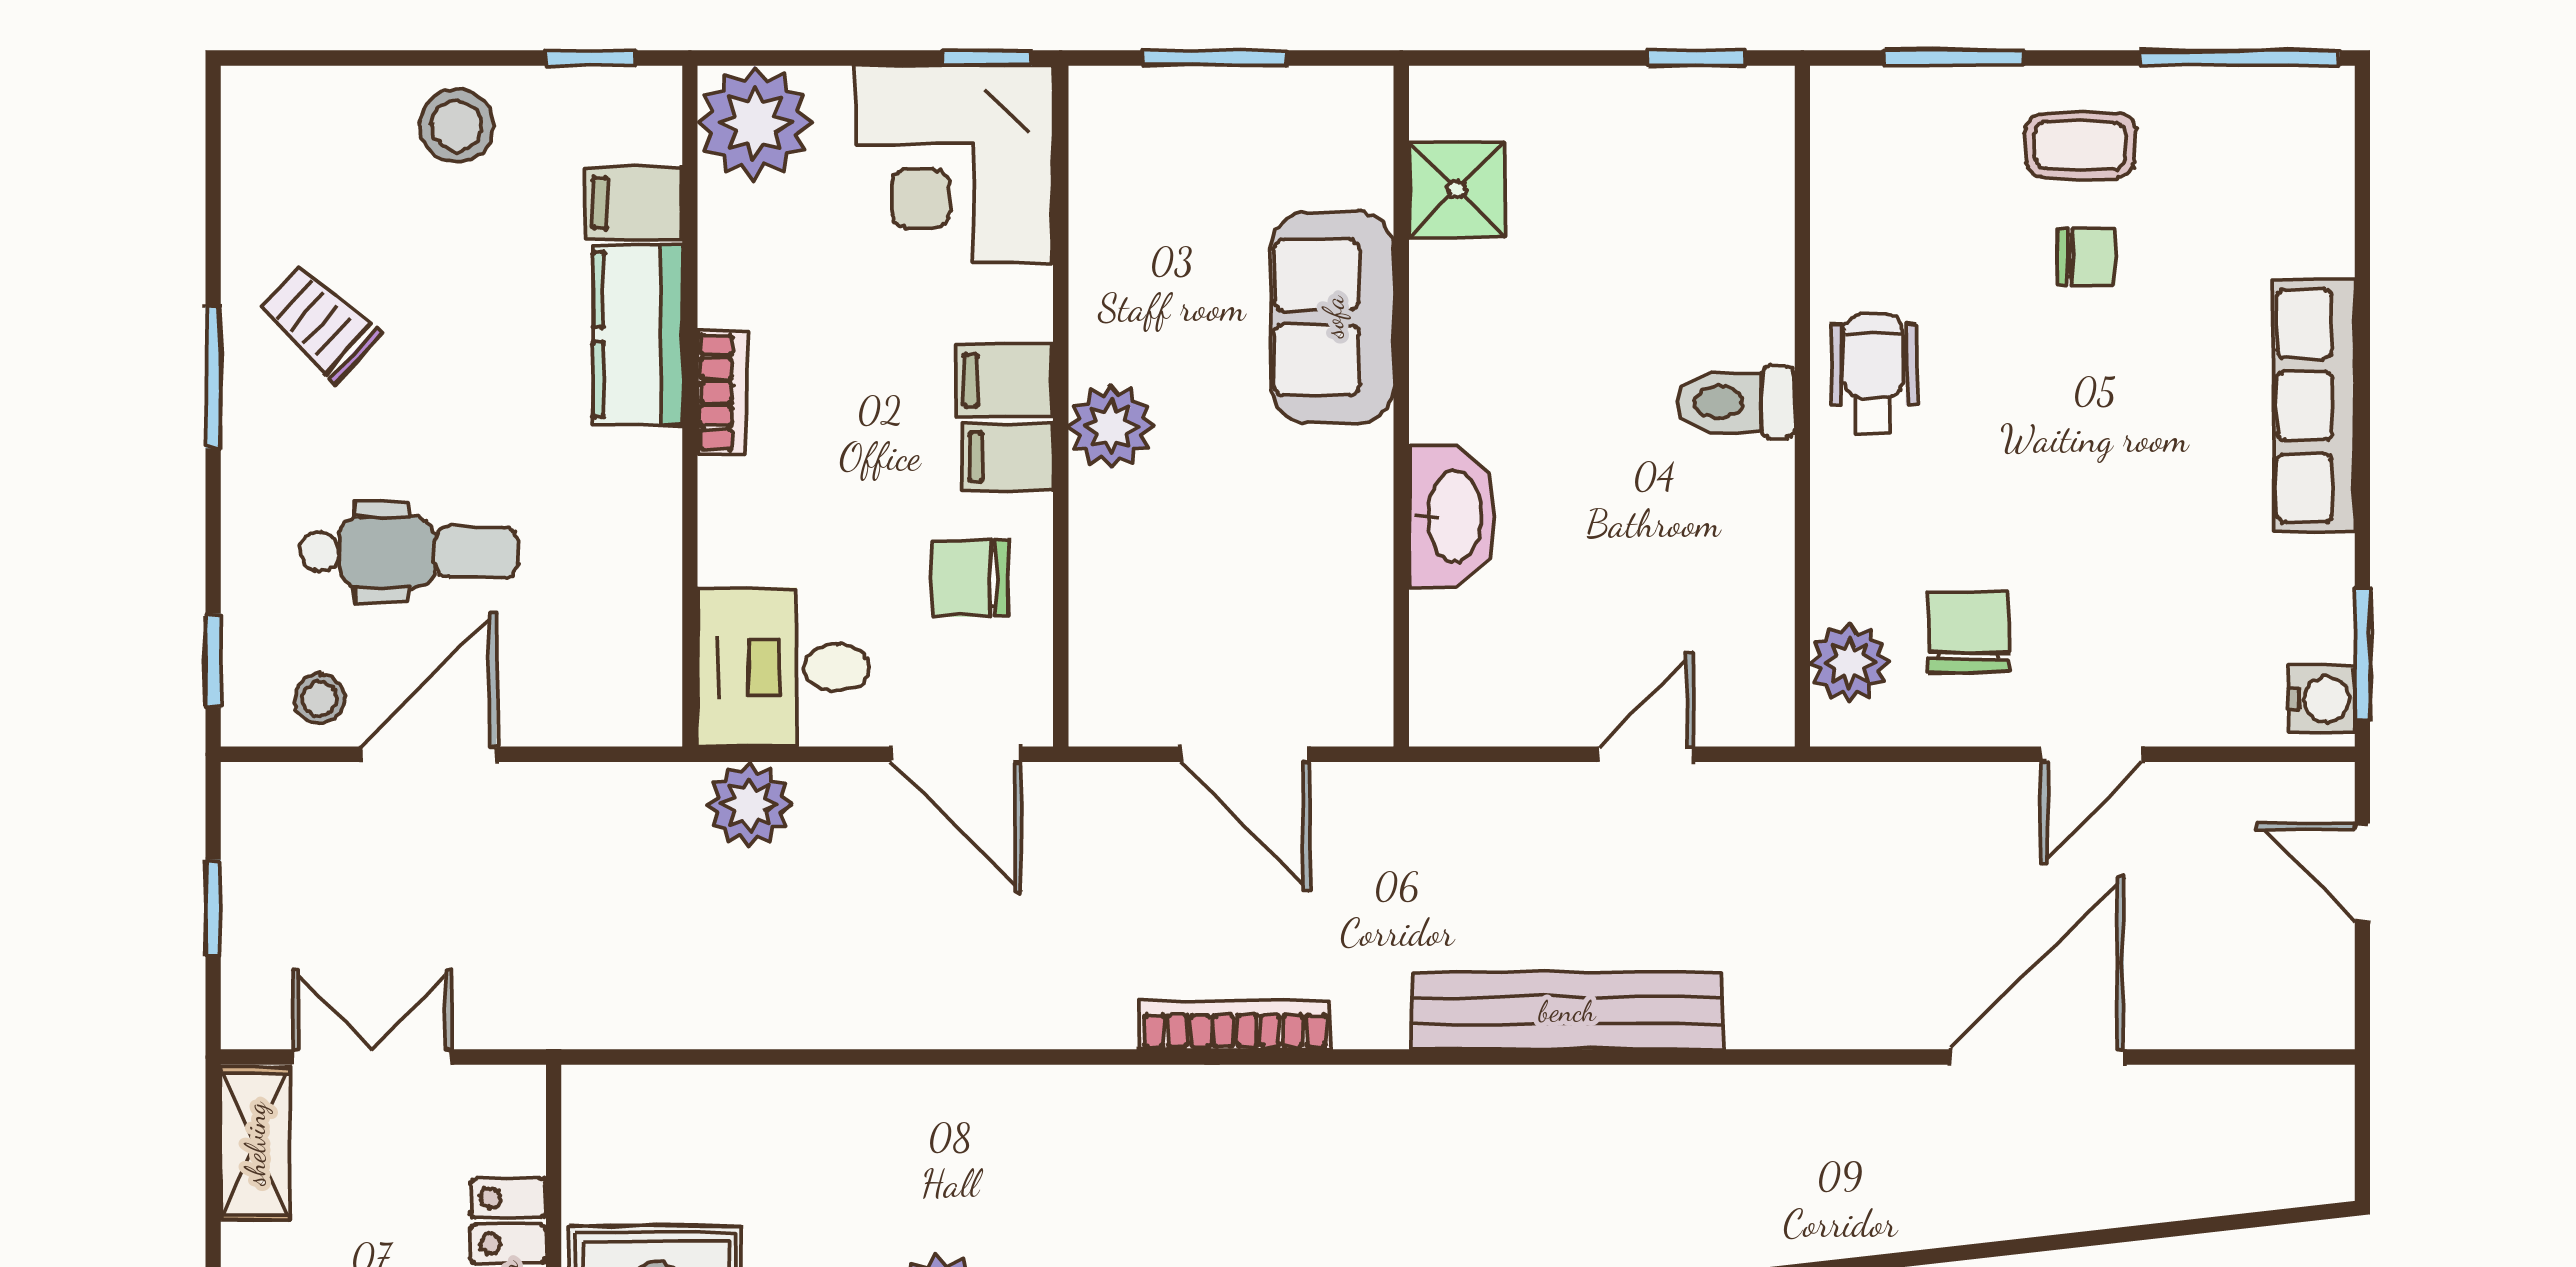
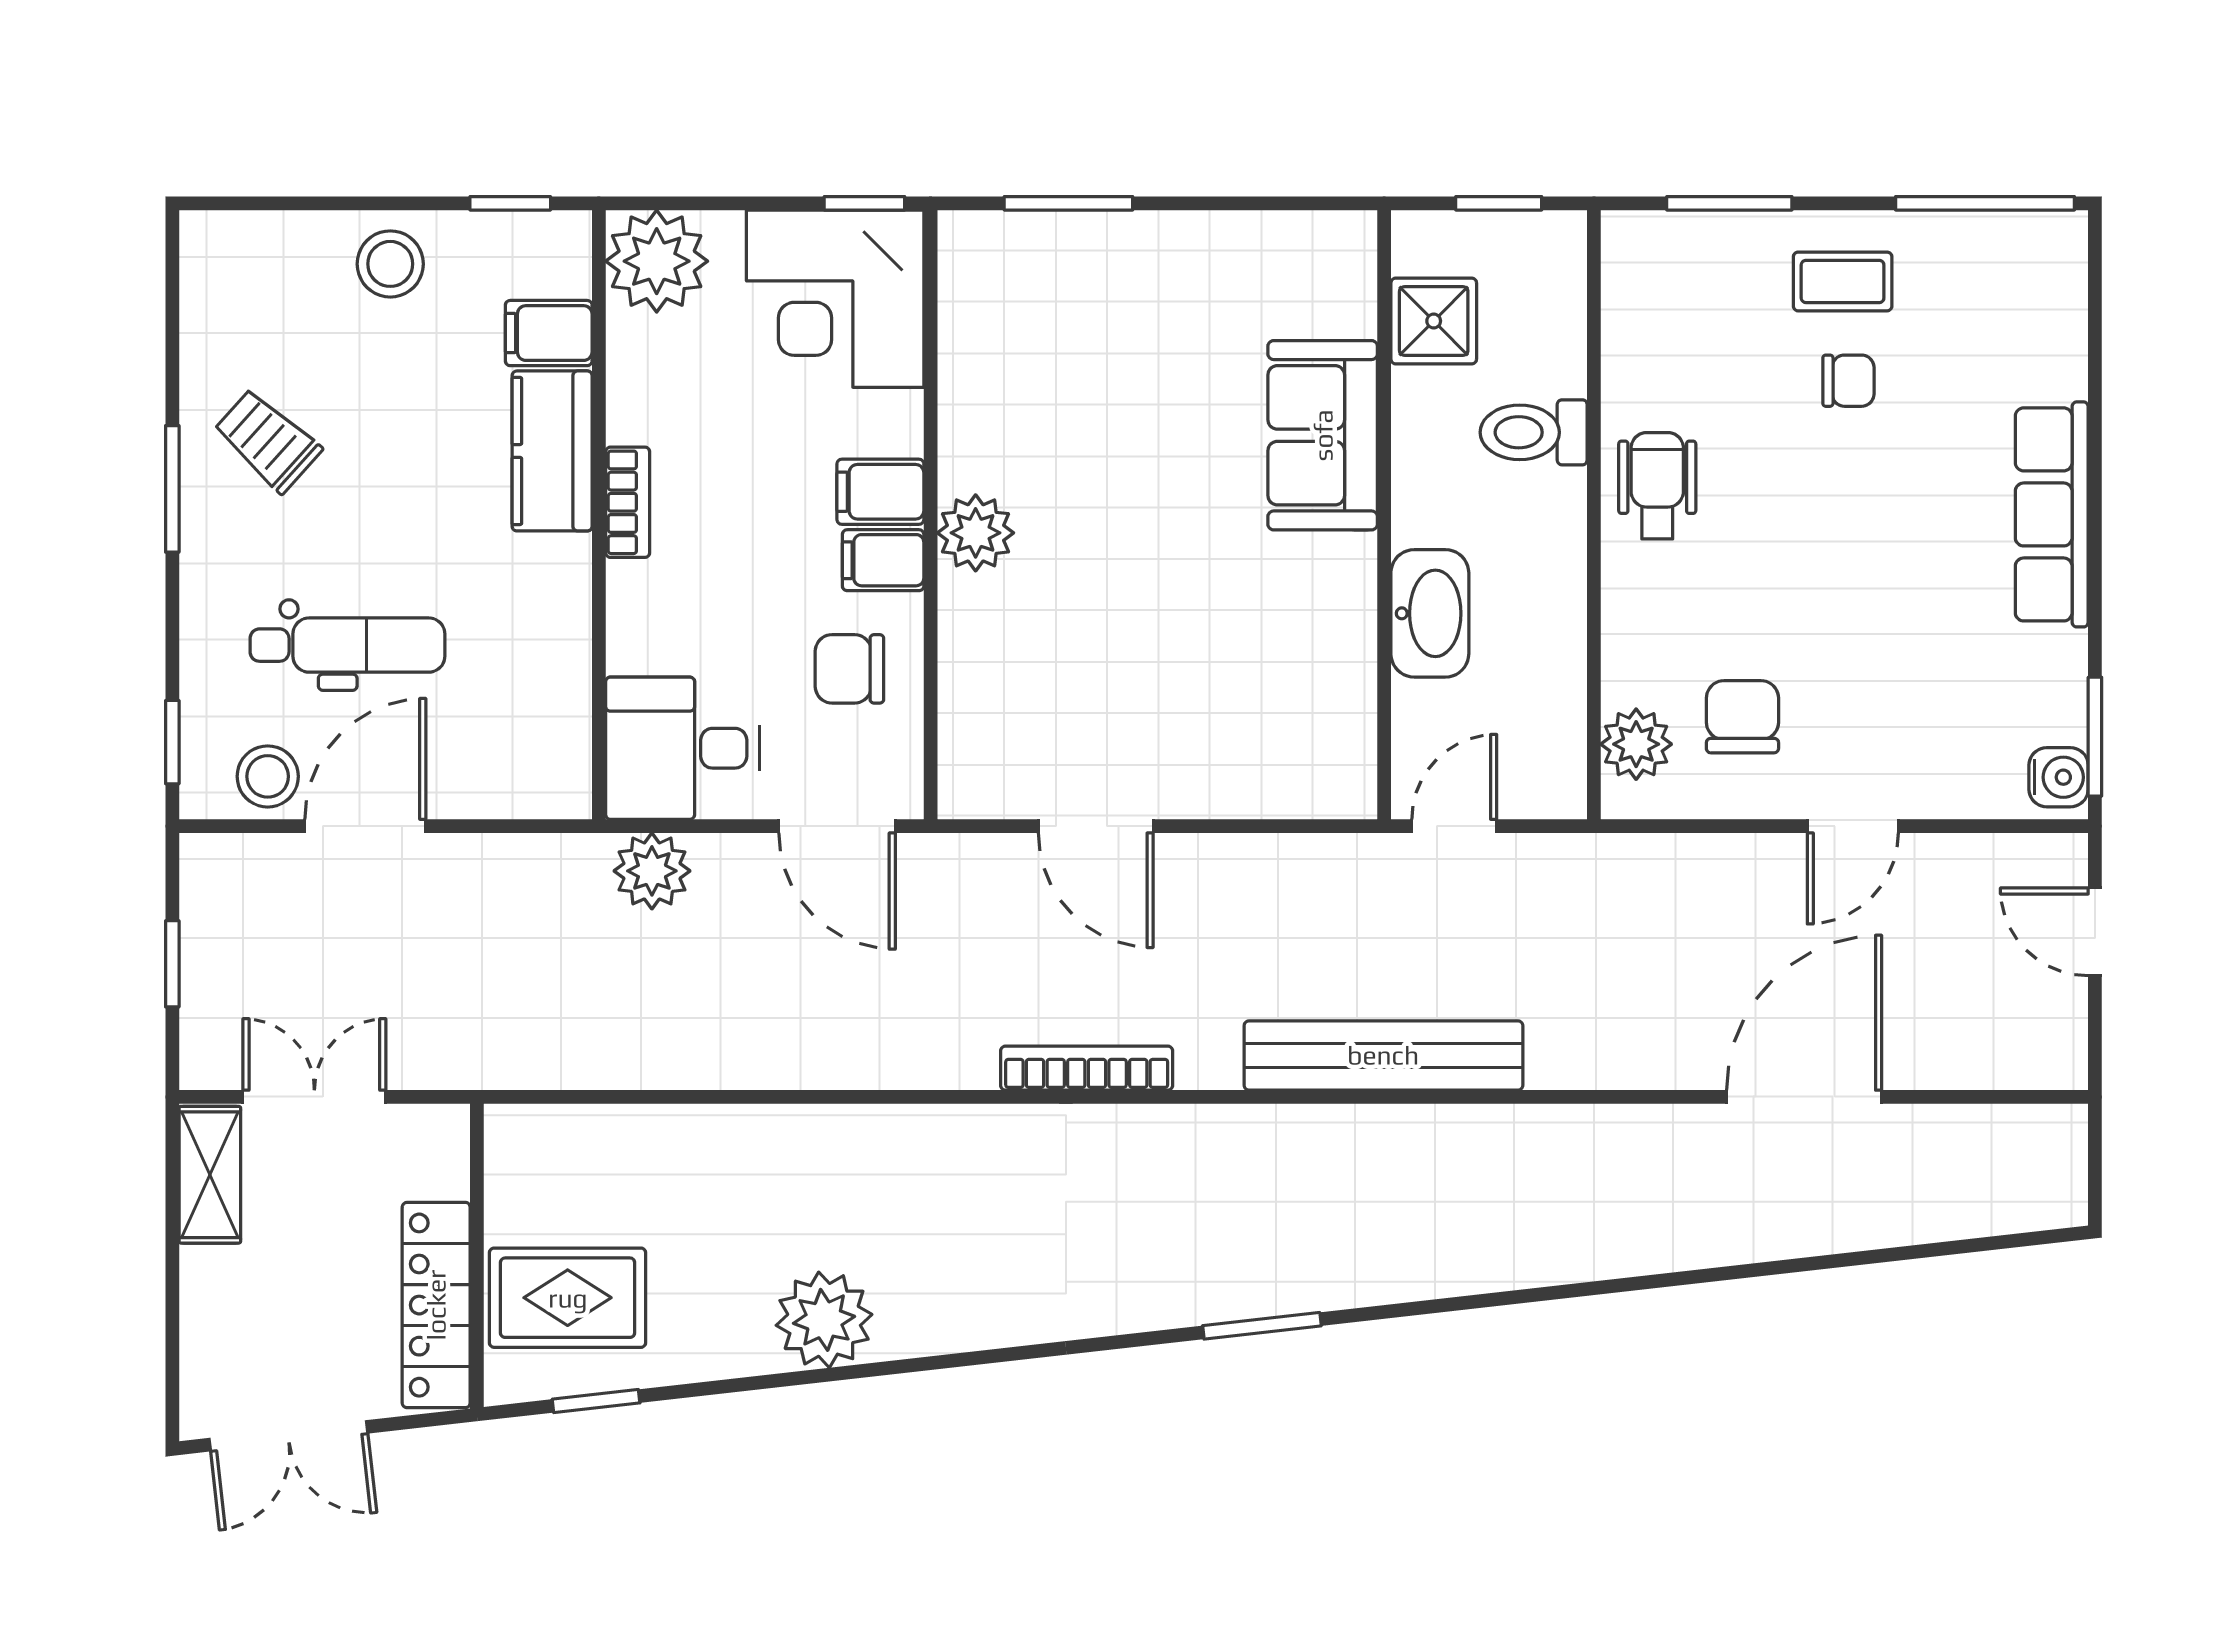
shower: (1457, 190) -> (1434, 321), moved
sofa: (1333, 317) -> (1323, 435), moved
toilet: (1735, 402) -> (1534, 432), moved
wall: (1401, 406) -> (1384, 515), moved
washbasin: (1452, 516) -> (1430, 613), moved
stool: (320, 699) -> (268, 776), width x1.37, depth x1.37

